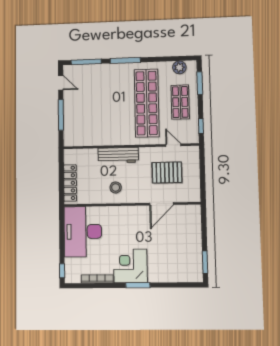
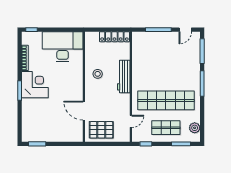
pallet: (167, 172) -> (101, 130), moved, turned 90
locker: (70, 183) -> (114, 37), moved

